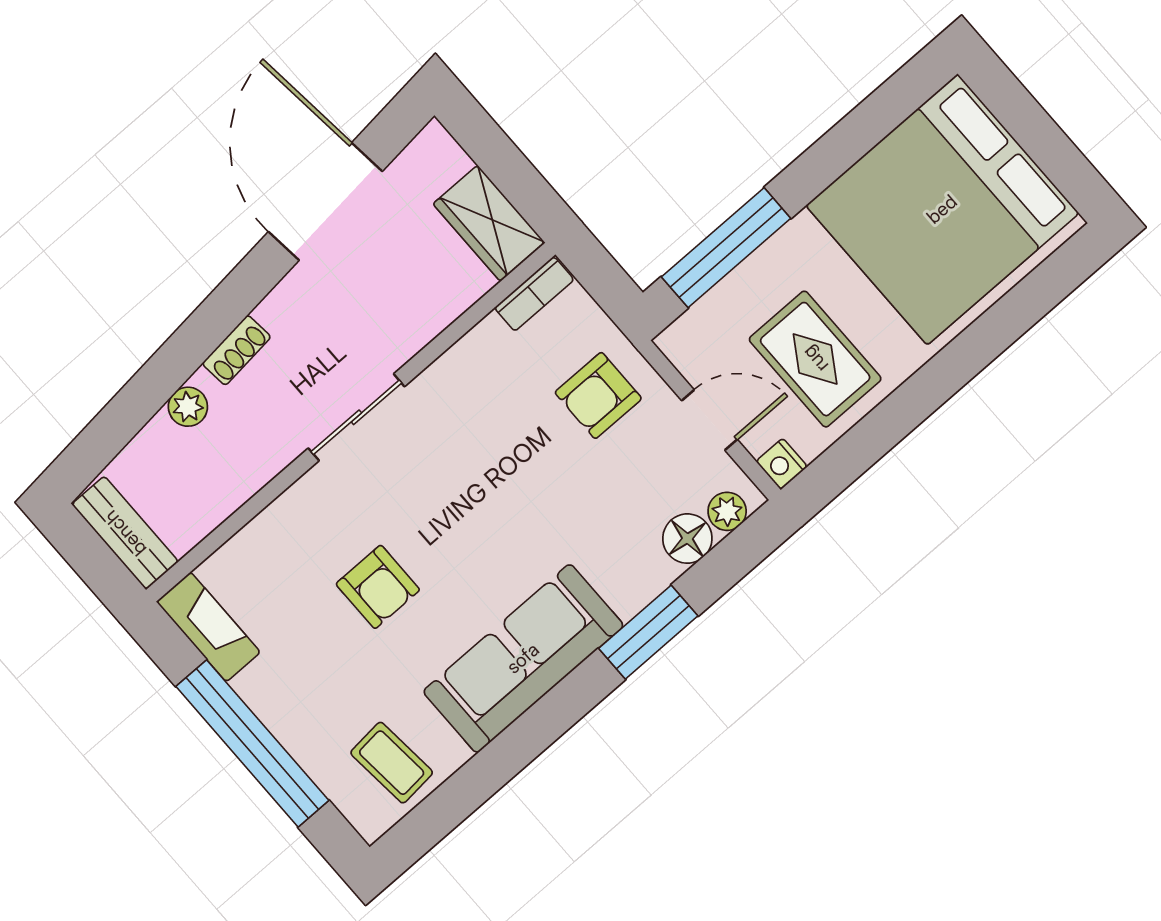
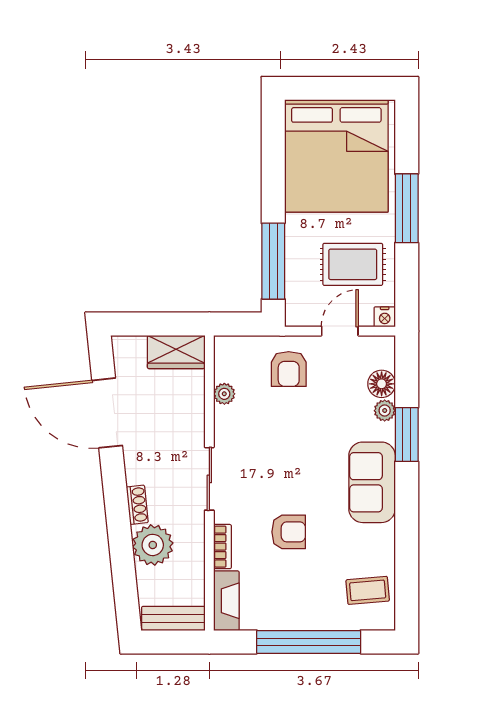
bookcase: (534, 294) -> (222, 547), moved
plant: (489, 337) -> (224, 394), added
window: (954, 366) -> (407, 208), added
plant: (188, 407) -> (153, 545), width x1.87, depth x1.87
plant: (727, 511) -> (385, 411), moved
fireplace: (208, 627) -> (226, 601), moved, turned 90
sofa: (523, 658) -> (372, 482), width x0.73

